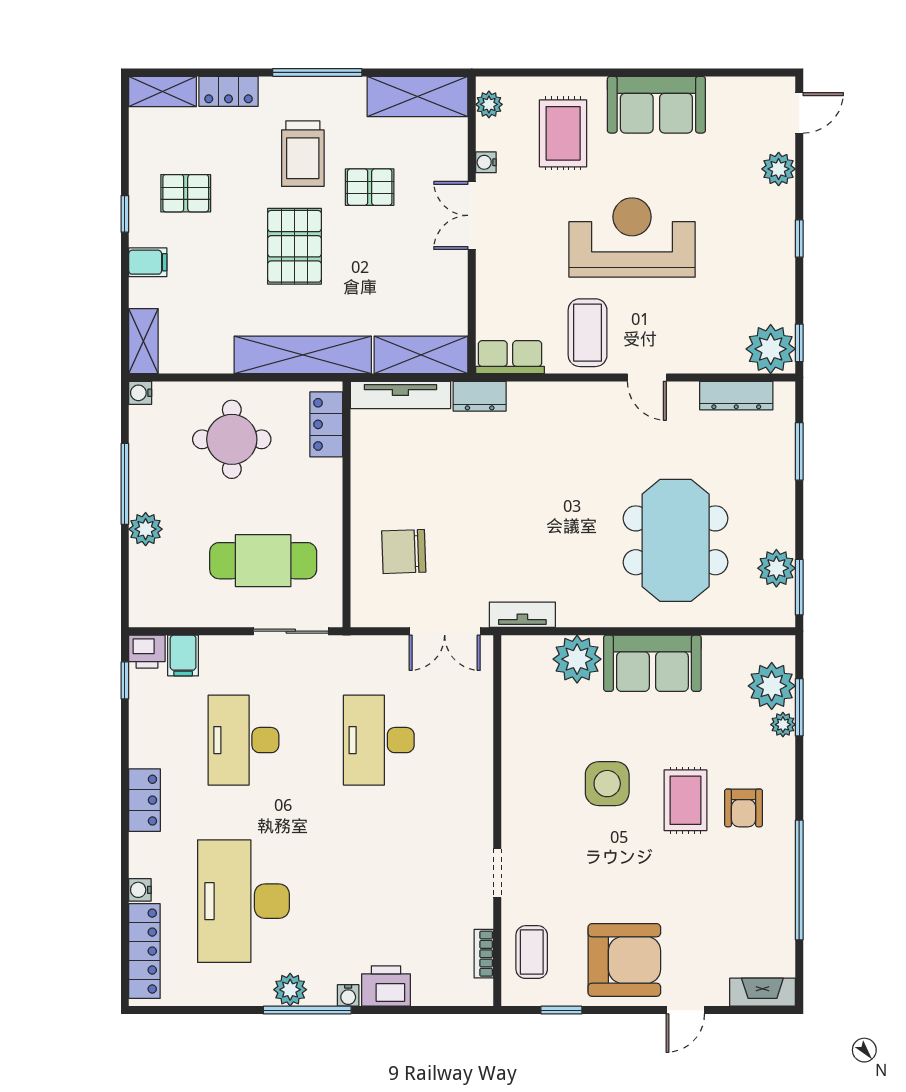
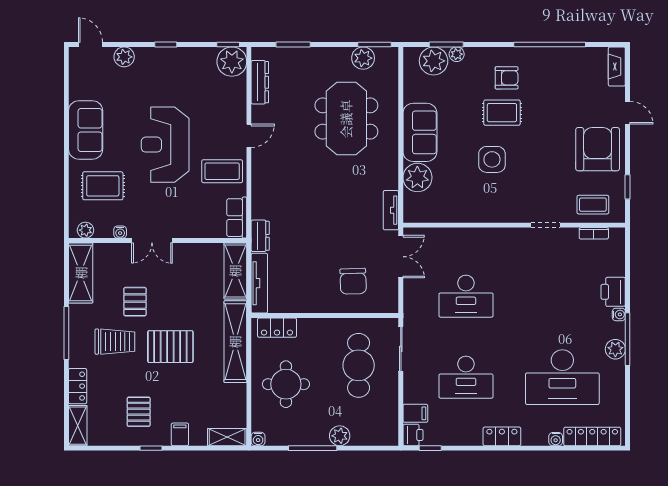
meeting table: (676, 540) -> (346, 119), turned 90

